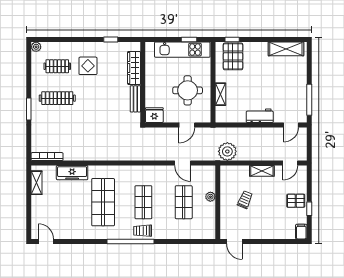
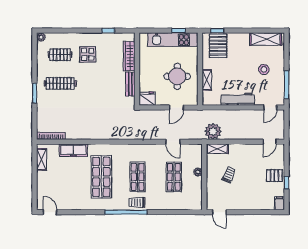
stool: (284, 83) -> (264, 69), added
workbench: (260, 116) -> (238, 99), width x1.38
shelving: (262, 171) -> (217, 149), moved

